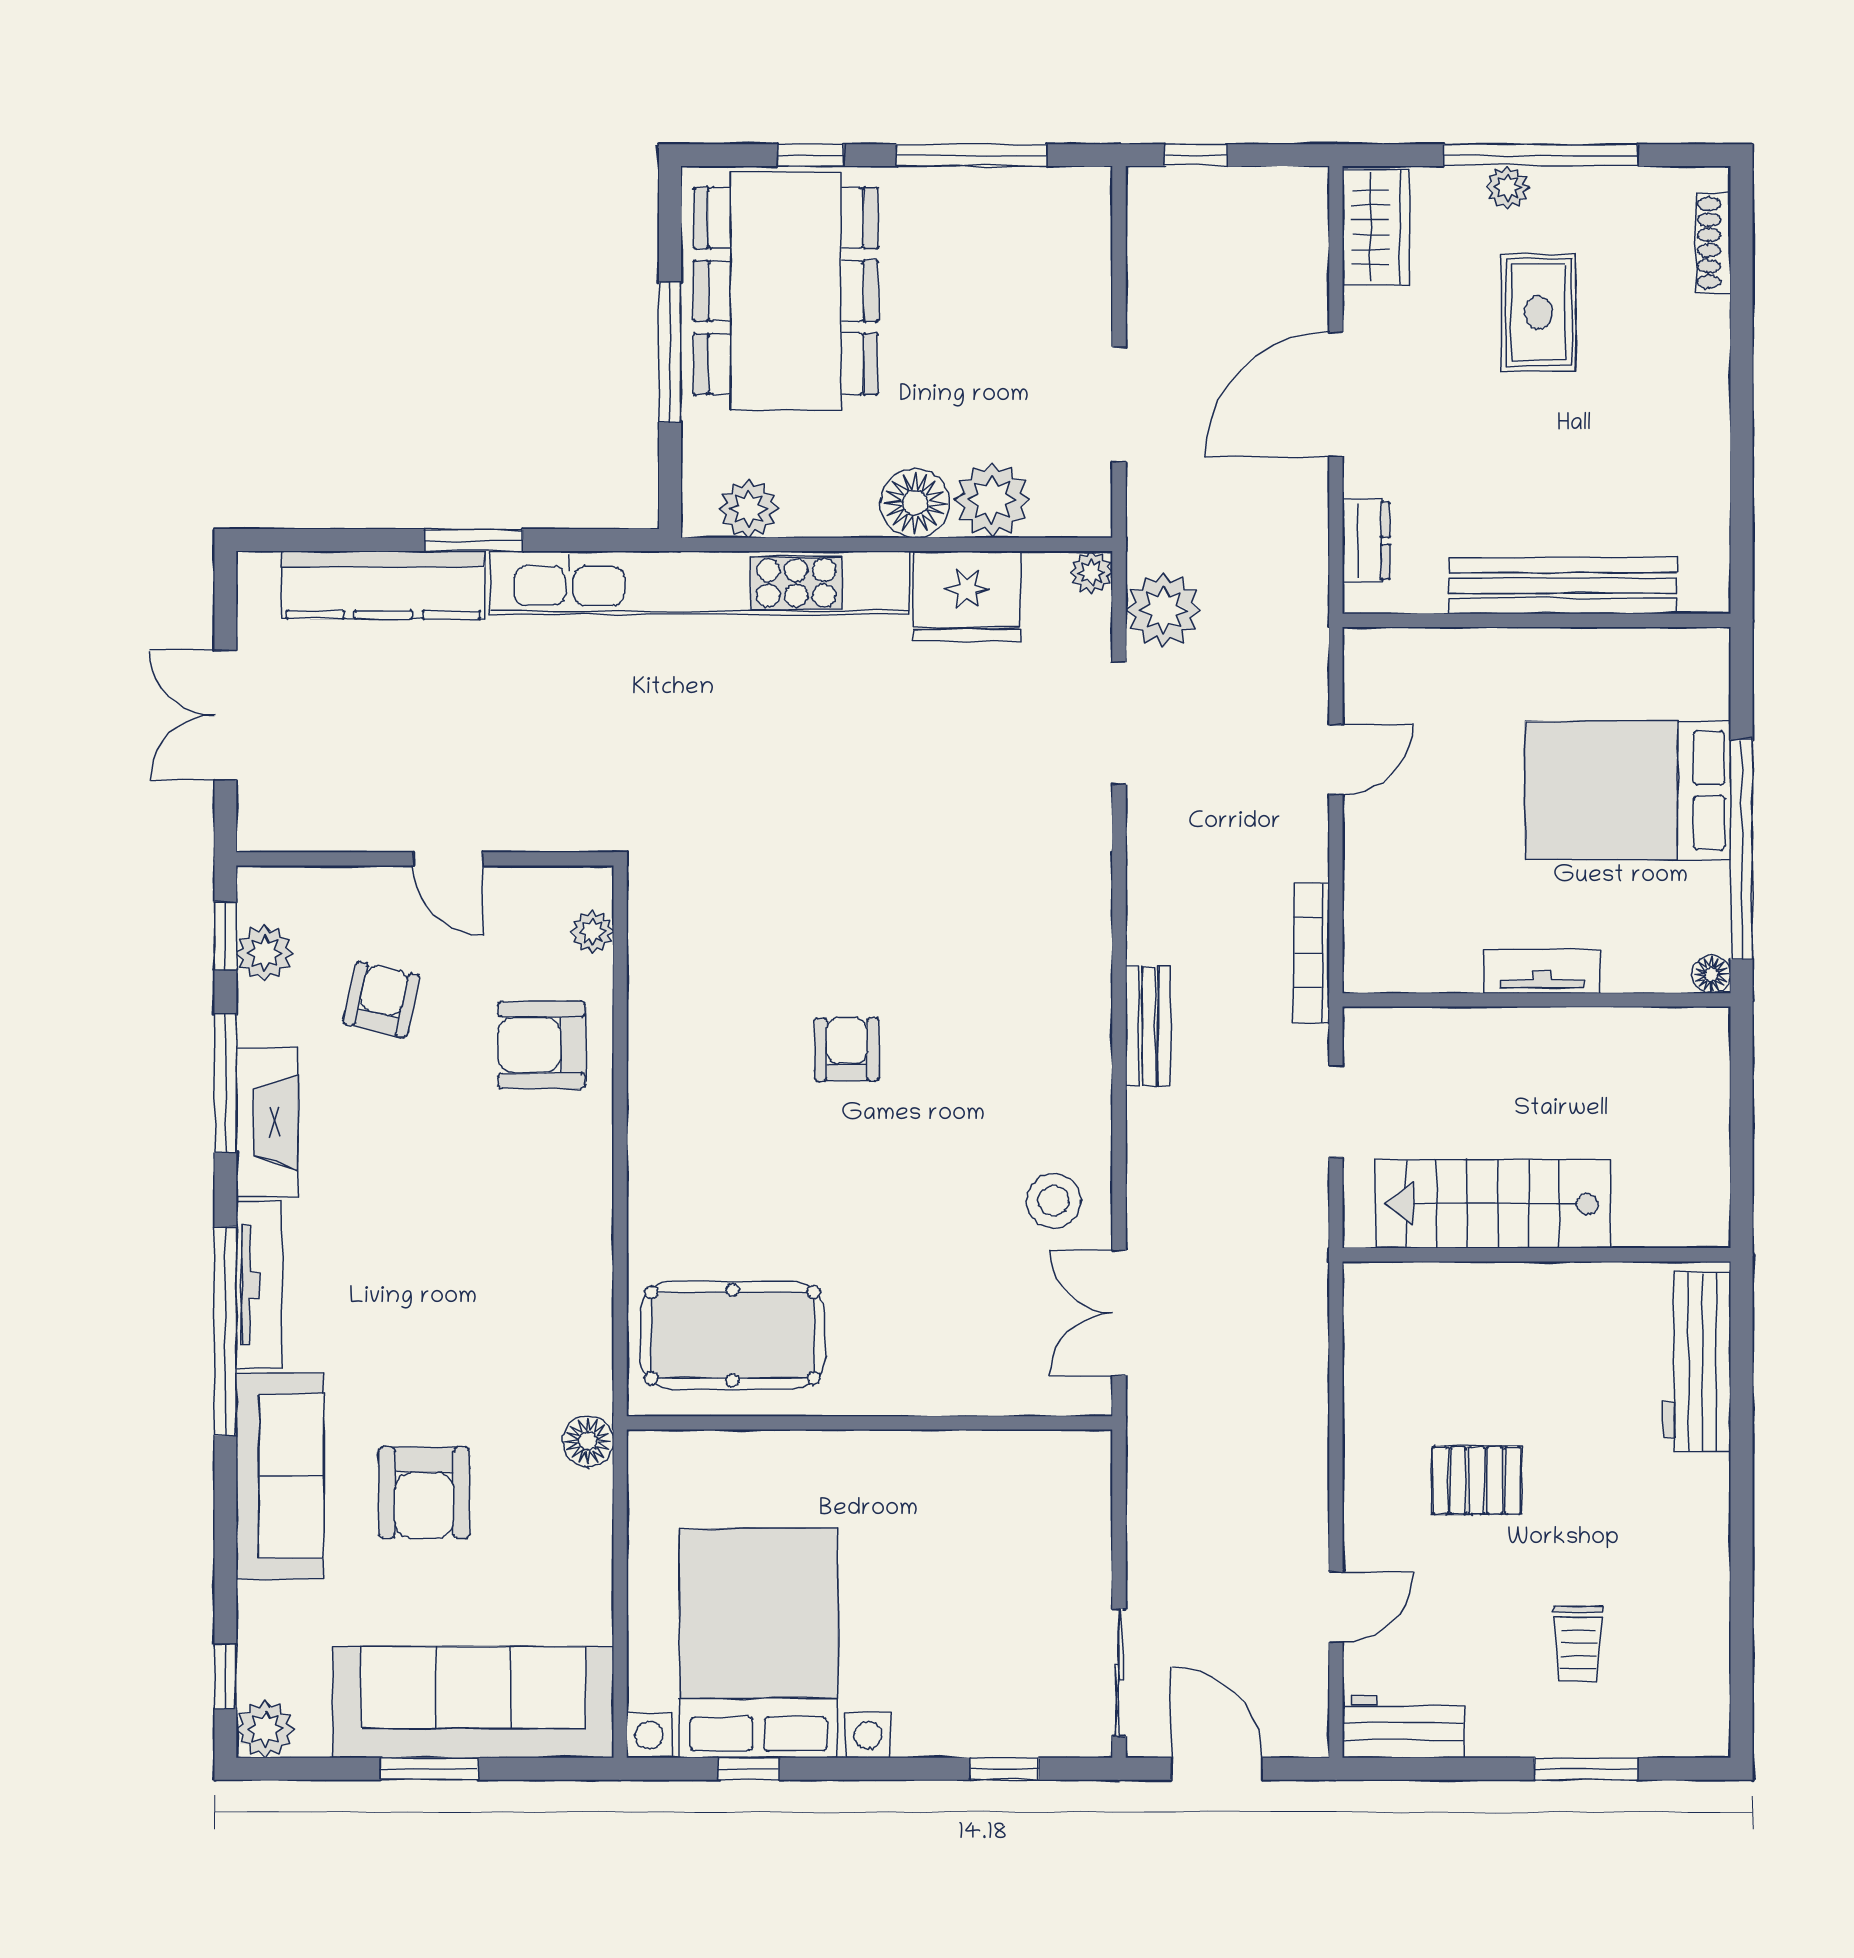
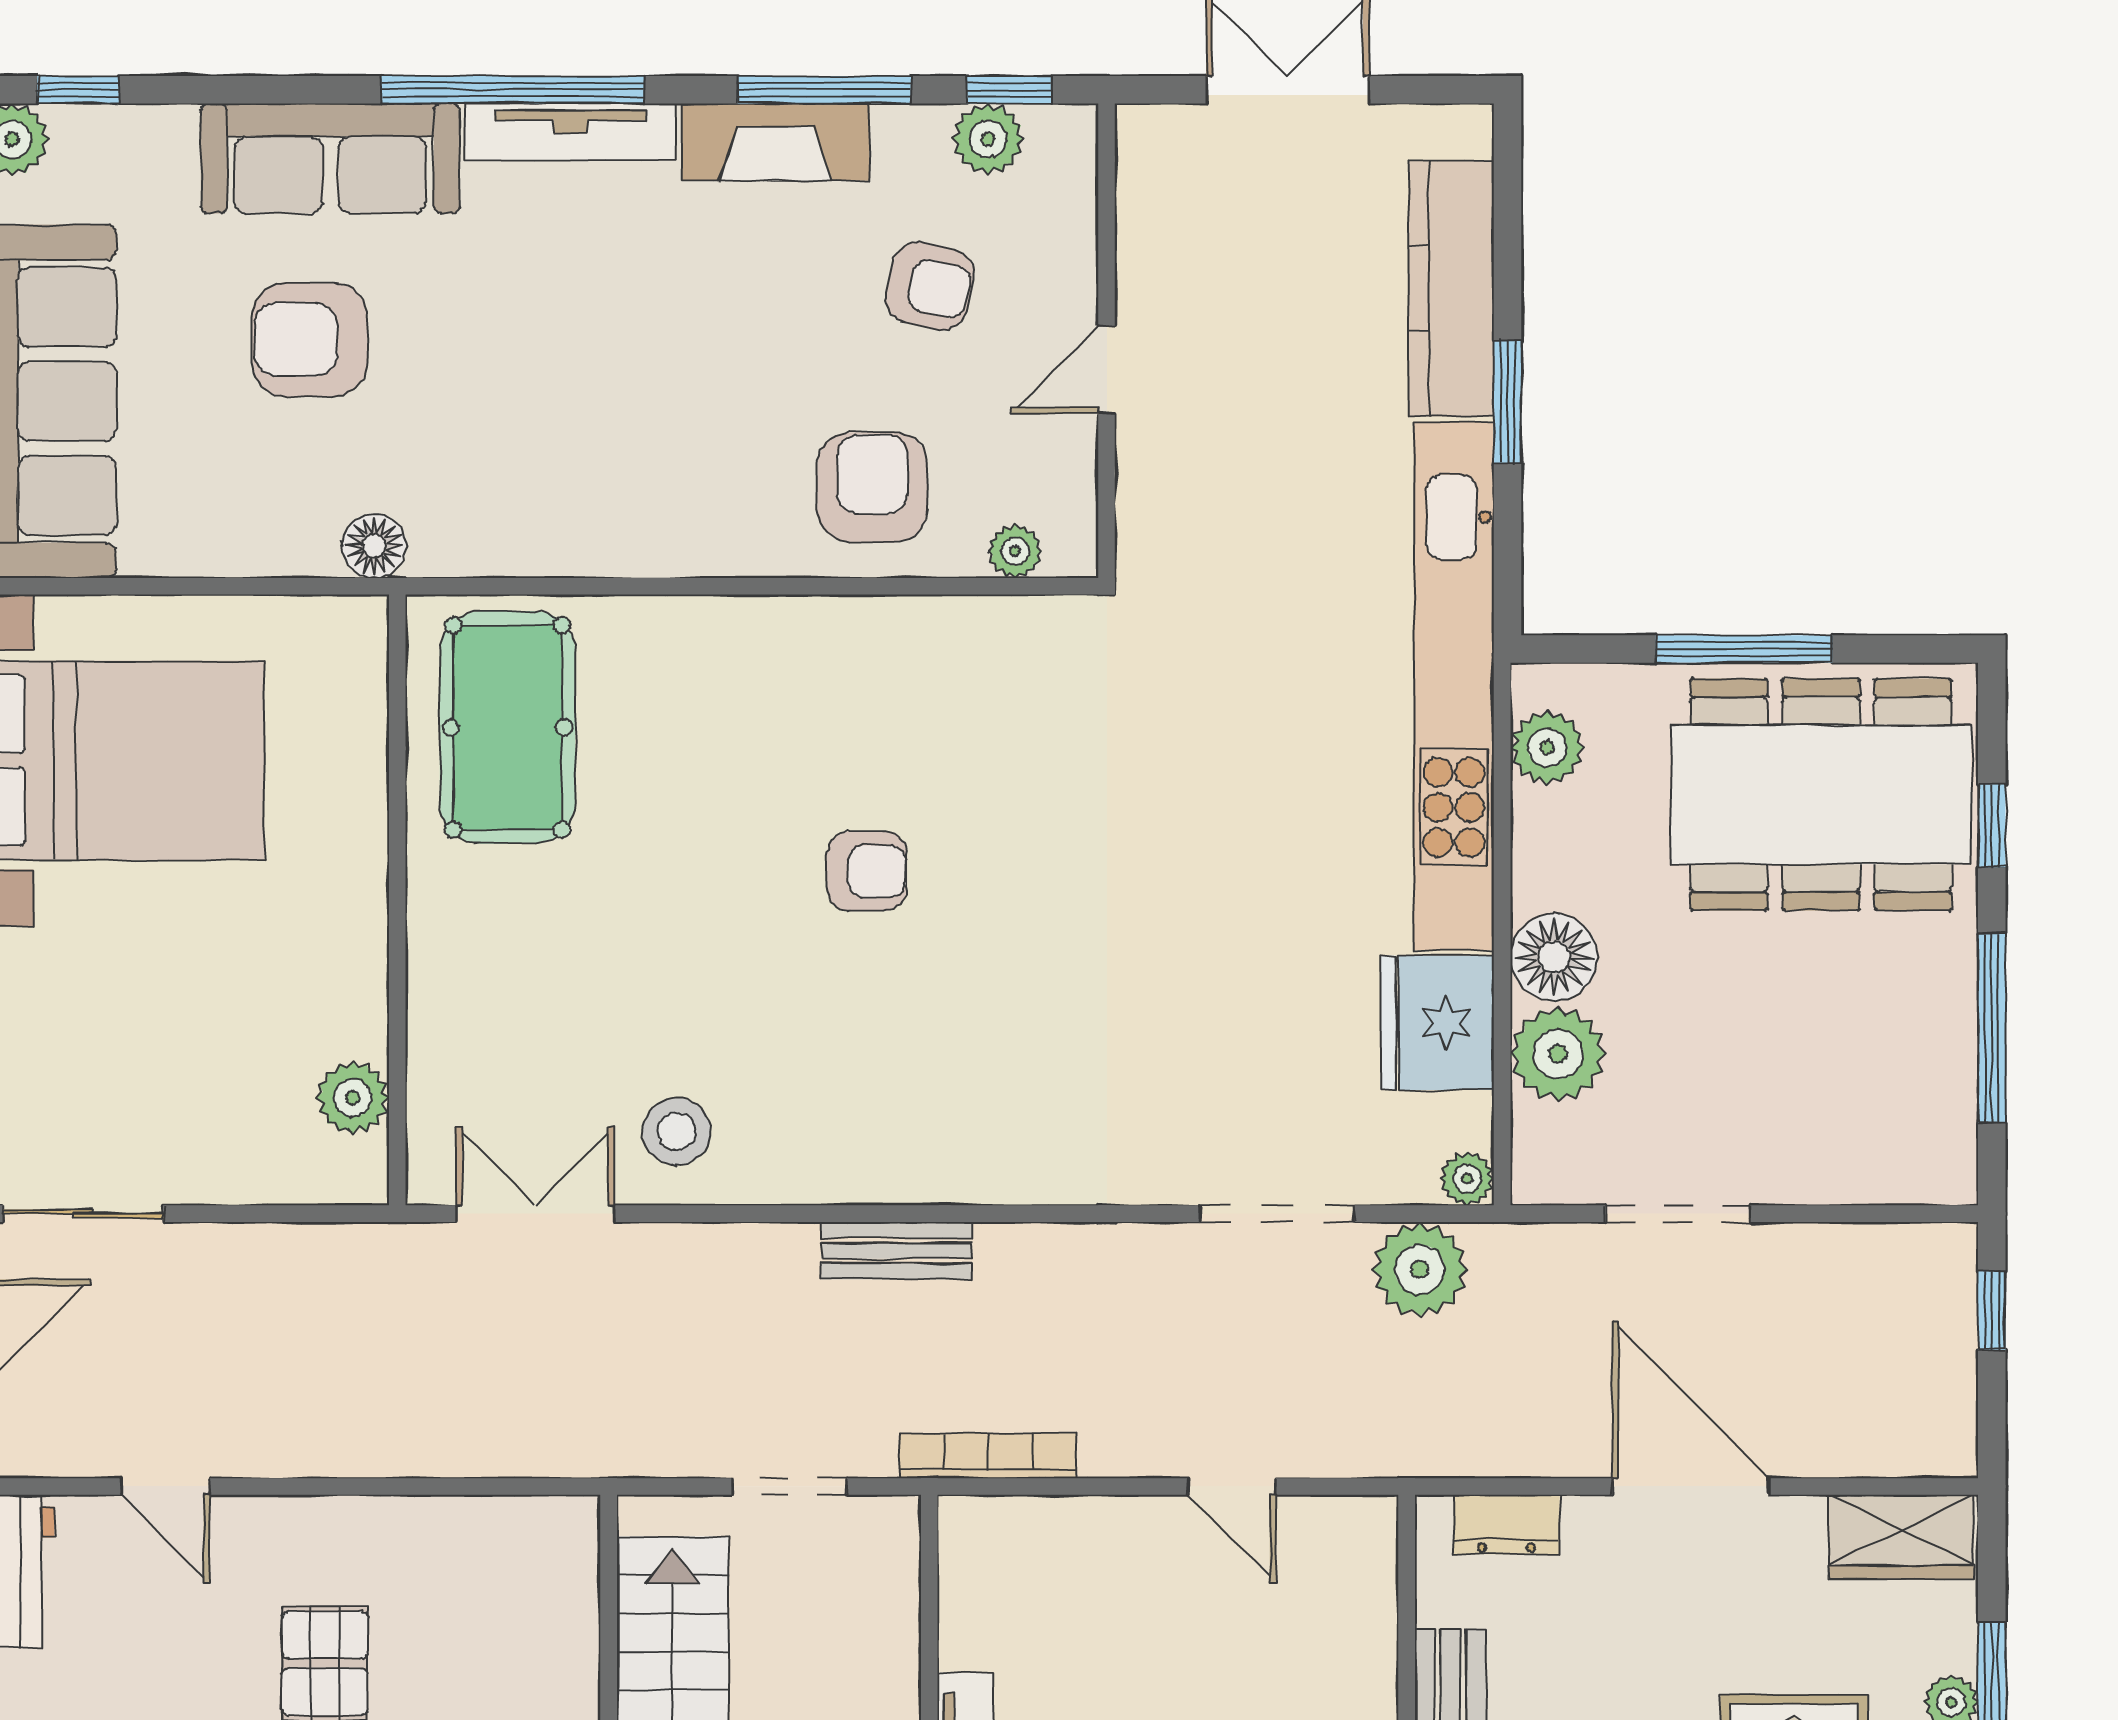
plant: (1027, 1458) -> (353, 1098), added

